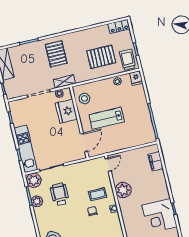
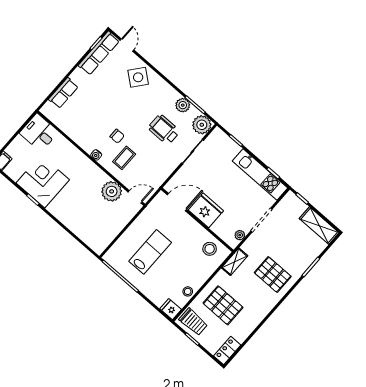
pallet: (101, 57) -> (223, 305), turned 90
shelving: (64, 82) -> (235, 262), moved
fridge: (66, 111) -> (206, 210), moved
lab bench: (107, 118) -> (150, 252), moved
door: (84, 143) -> (177, 202), swing flipped
kitchen unit: (25, 149) -> (260, 174), moved
filing cabinet: (156, 161) -> (88, 236), removed
door: (108, 165) -> (135, 197), swing flipped
plant: (123, 190) -> (112, 191), moved
wheelchair: (60, 194) -> (164, 129), turned 180

